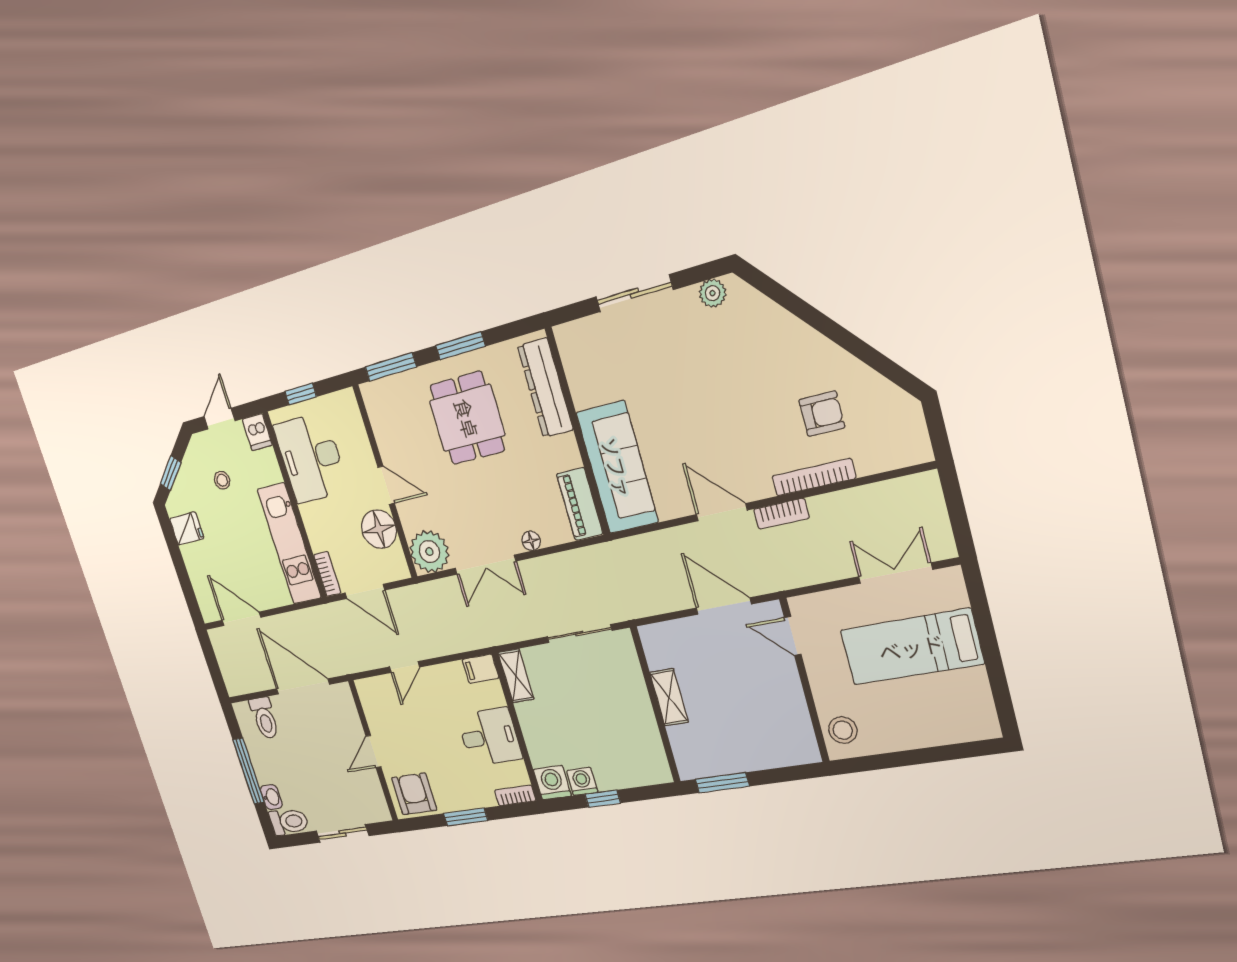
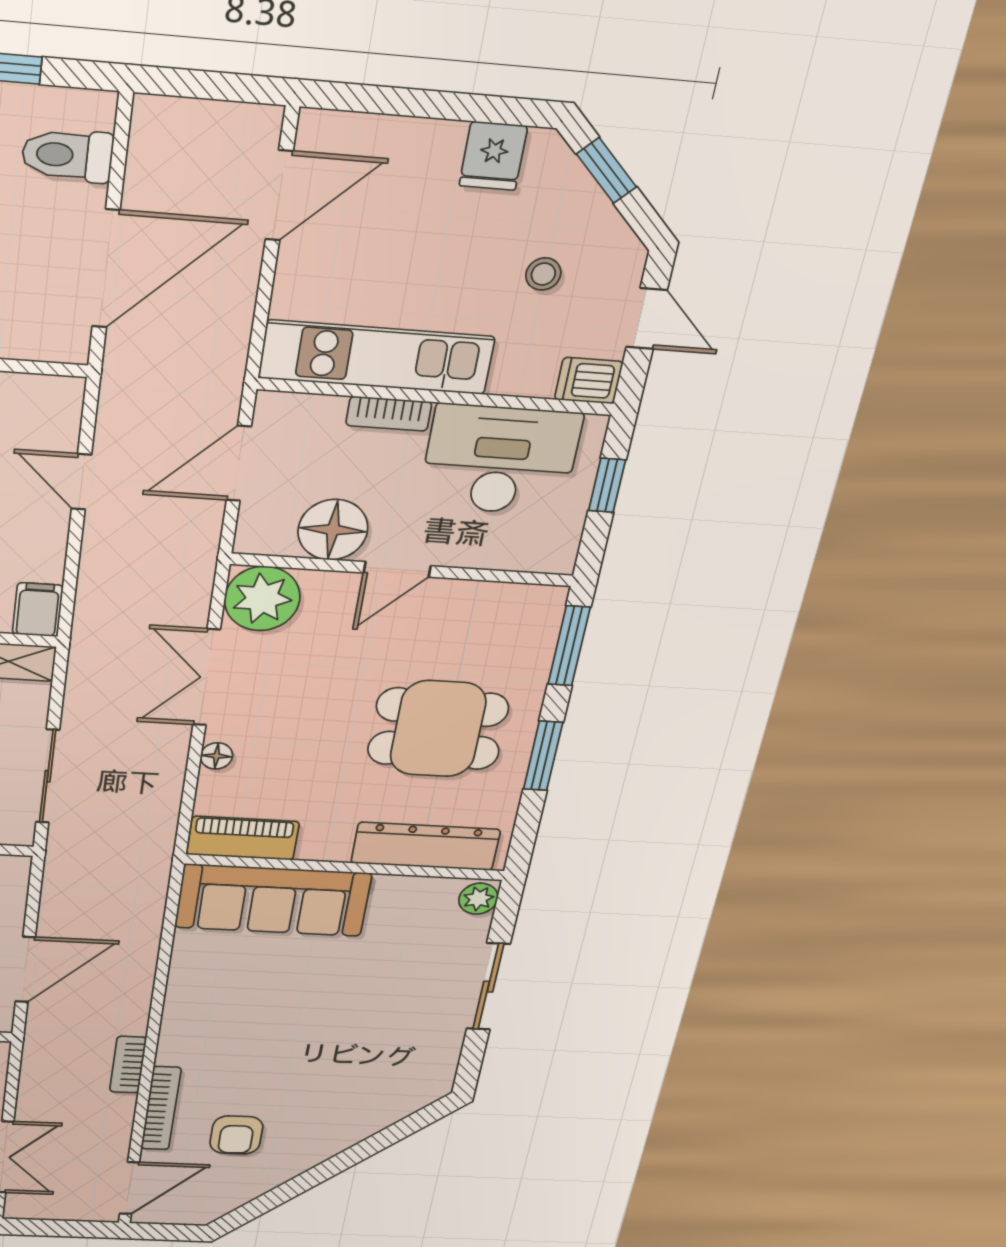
plant: (713, 293) -> (478, 899), moved
door: (722, 512) -> (129, 1188), moved
bookcase: (327, 574) -> (389, 414), moved

